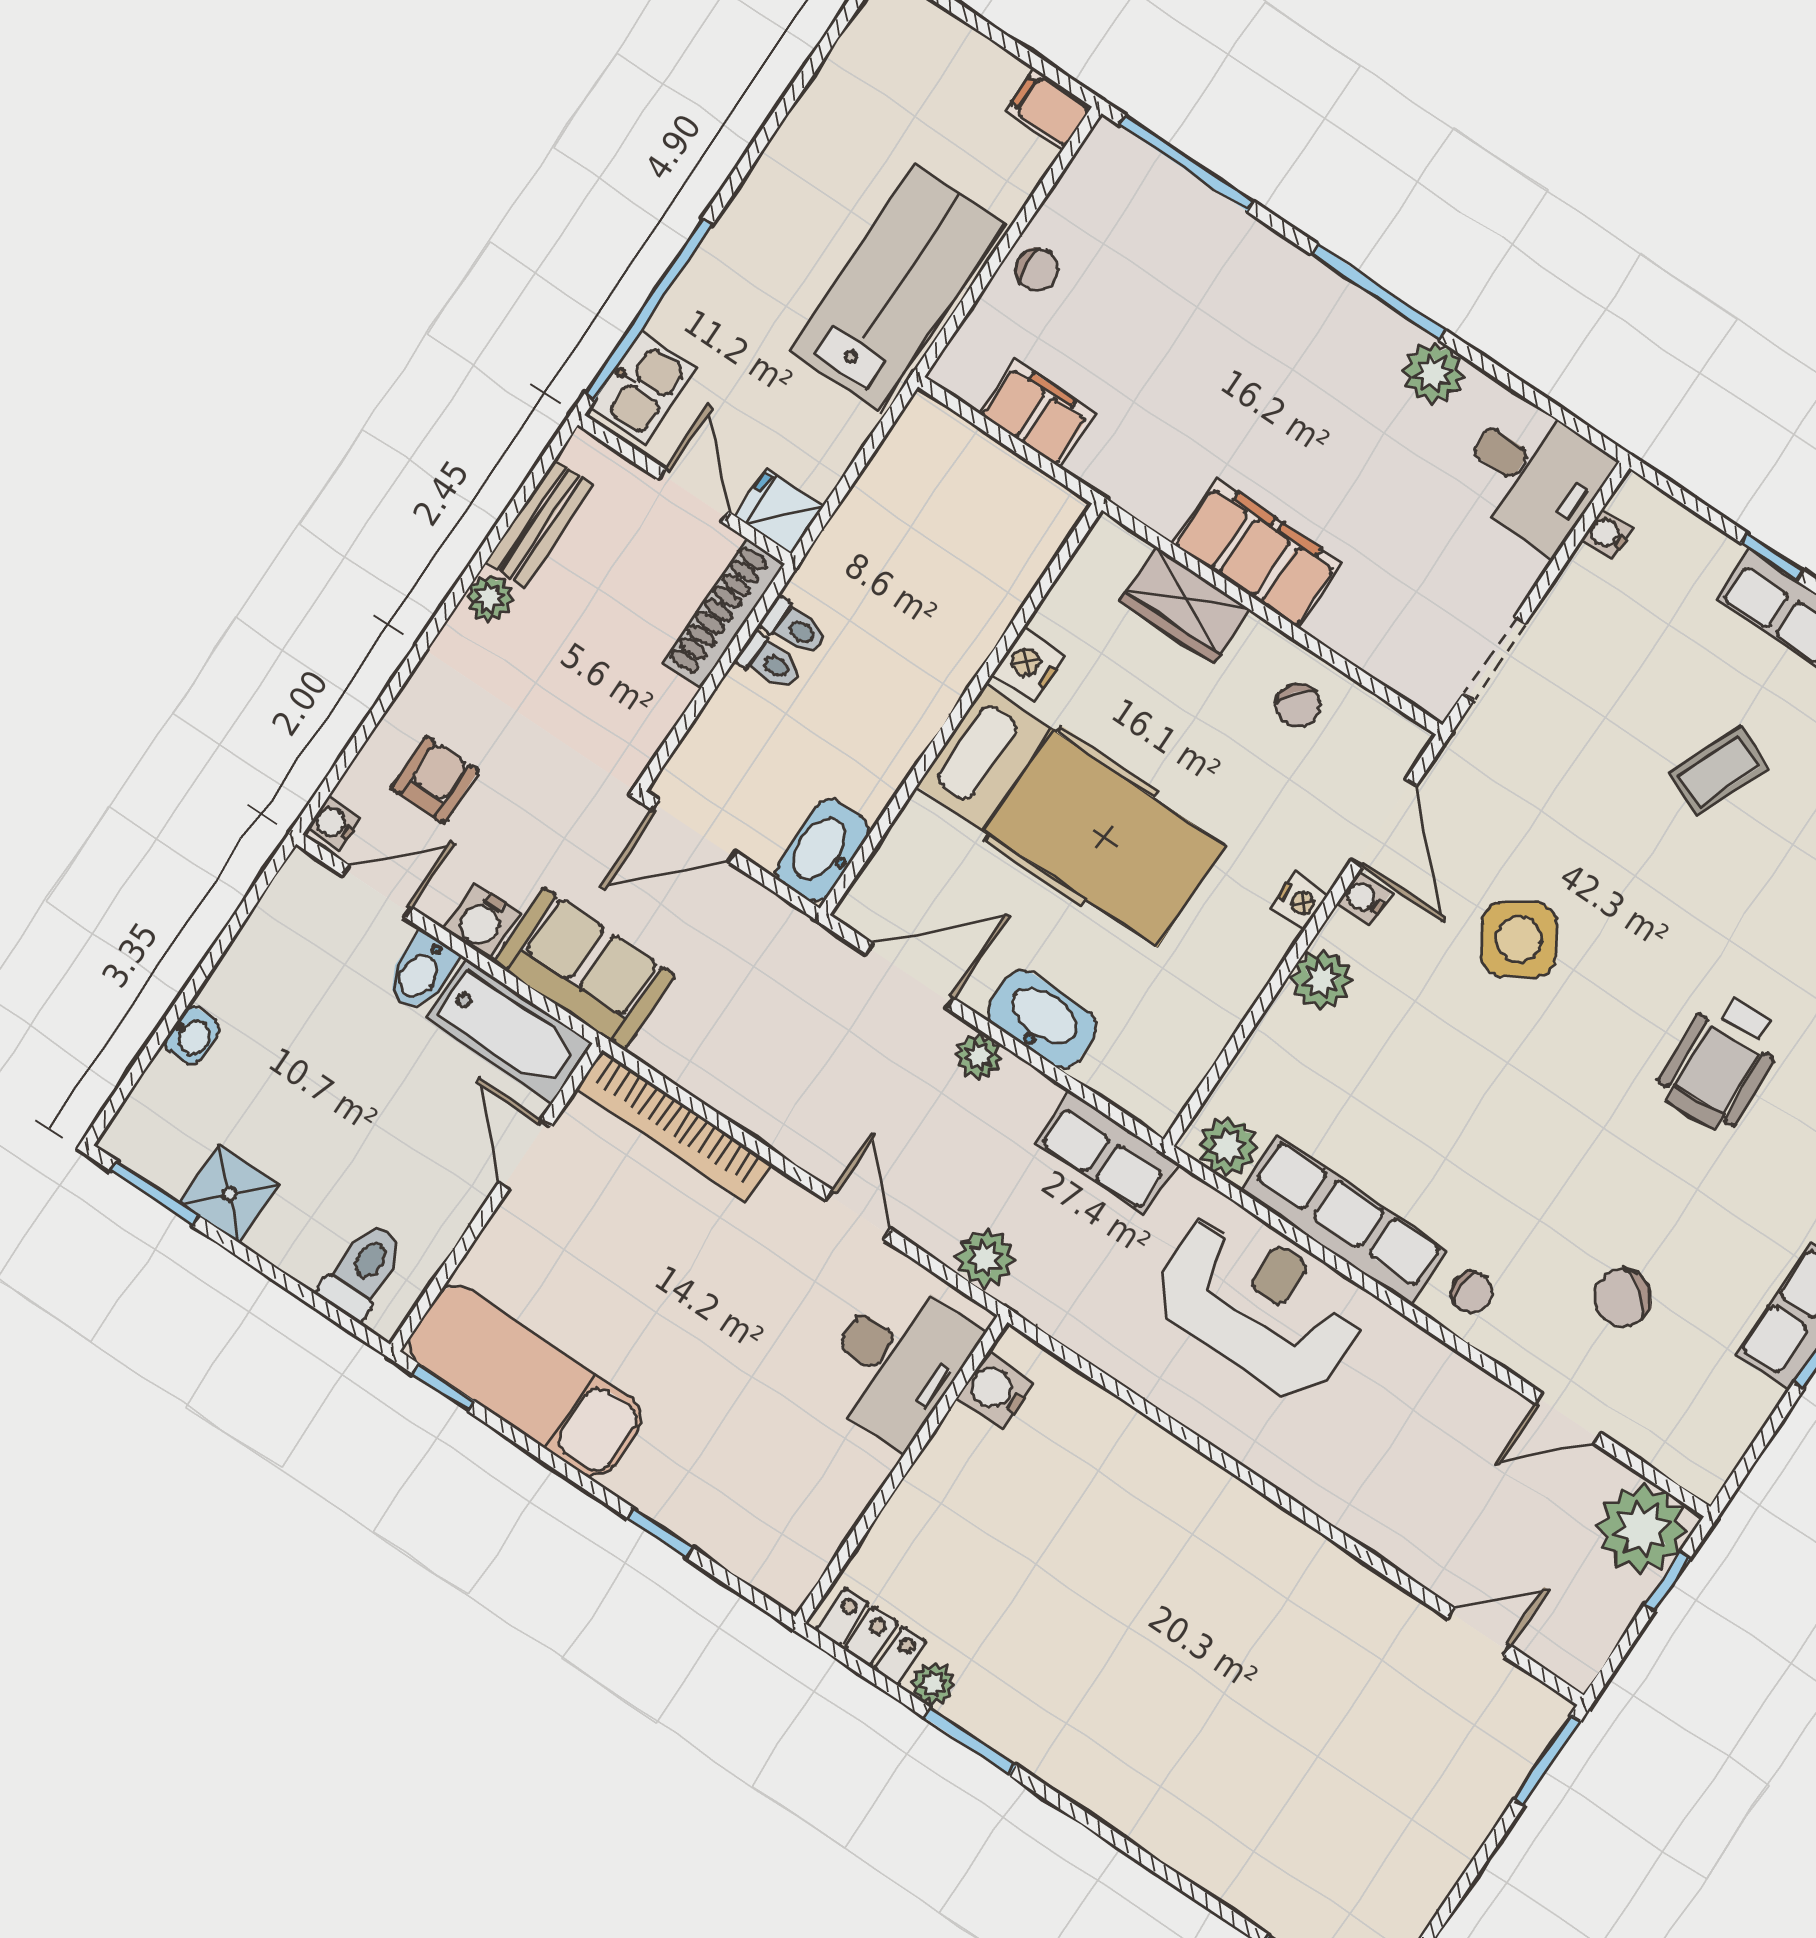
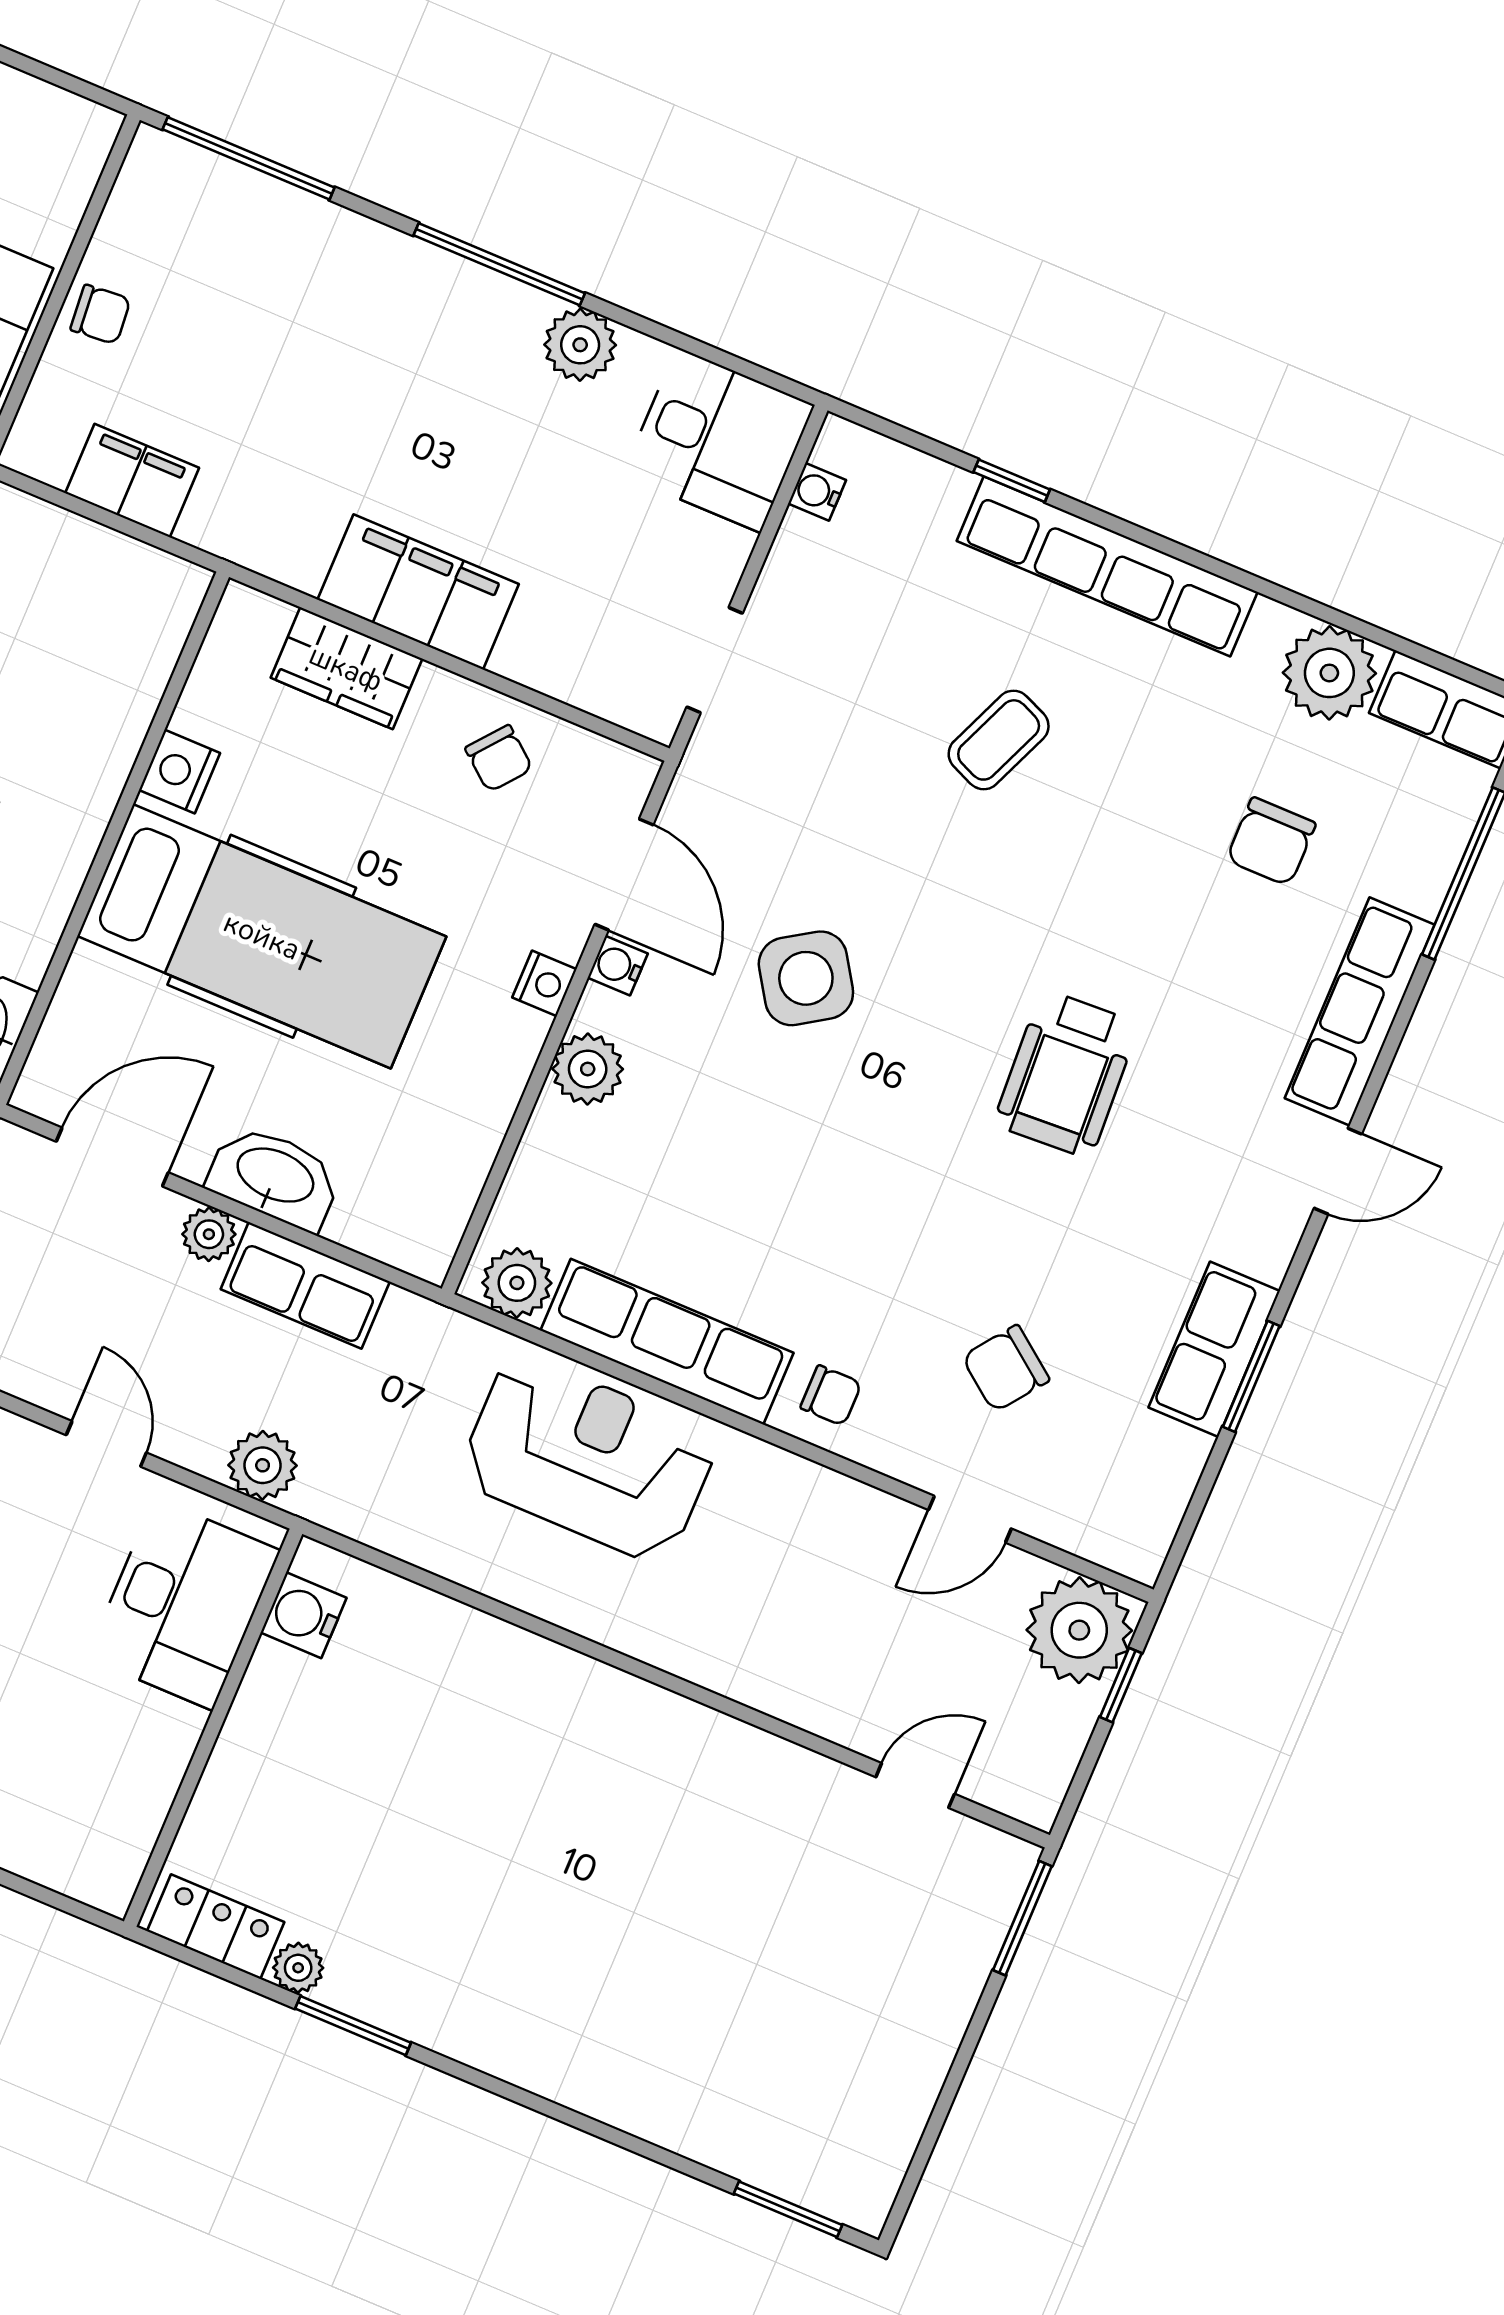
filing cabinet: (1049, 109) -> (78, 127), removed
row of seats: (1107, 1152) -> (305, 1285), moved

